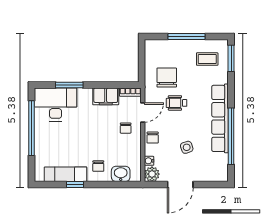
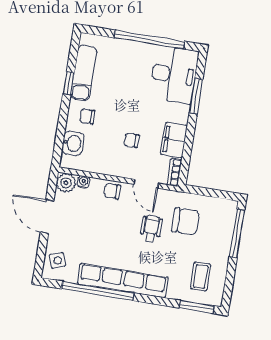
window: (186, 36) -> (237, 233), moved
chair: (126, 128) -> (131, 140), moved
side table: (187, 147) -> (58, 260), moved

